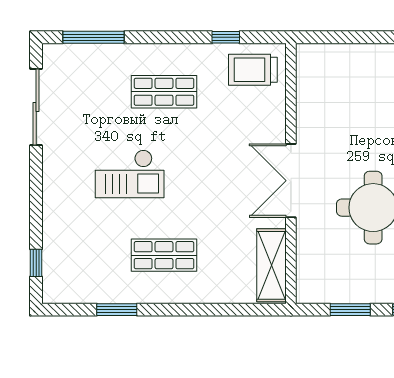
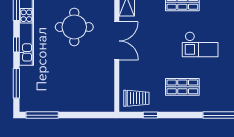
checkout: (130, 174) -> (200, 44), turned 180

